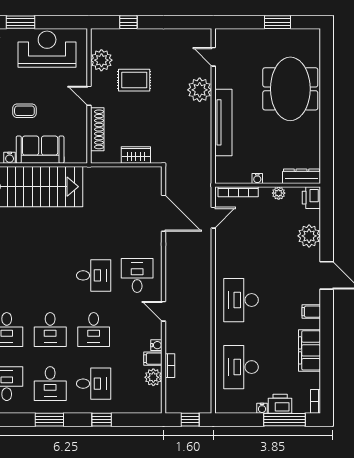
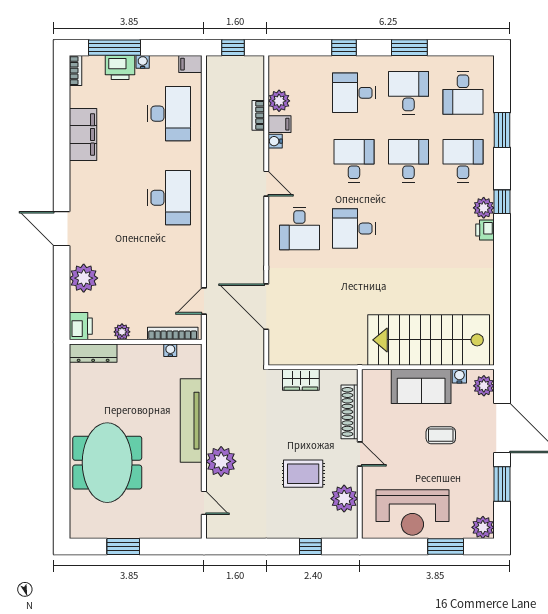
water cooler: (257, 178) -> (170, 350), moved
filing cabinet: (311, 312) -> (190, 64), moved, turned 180

